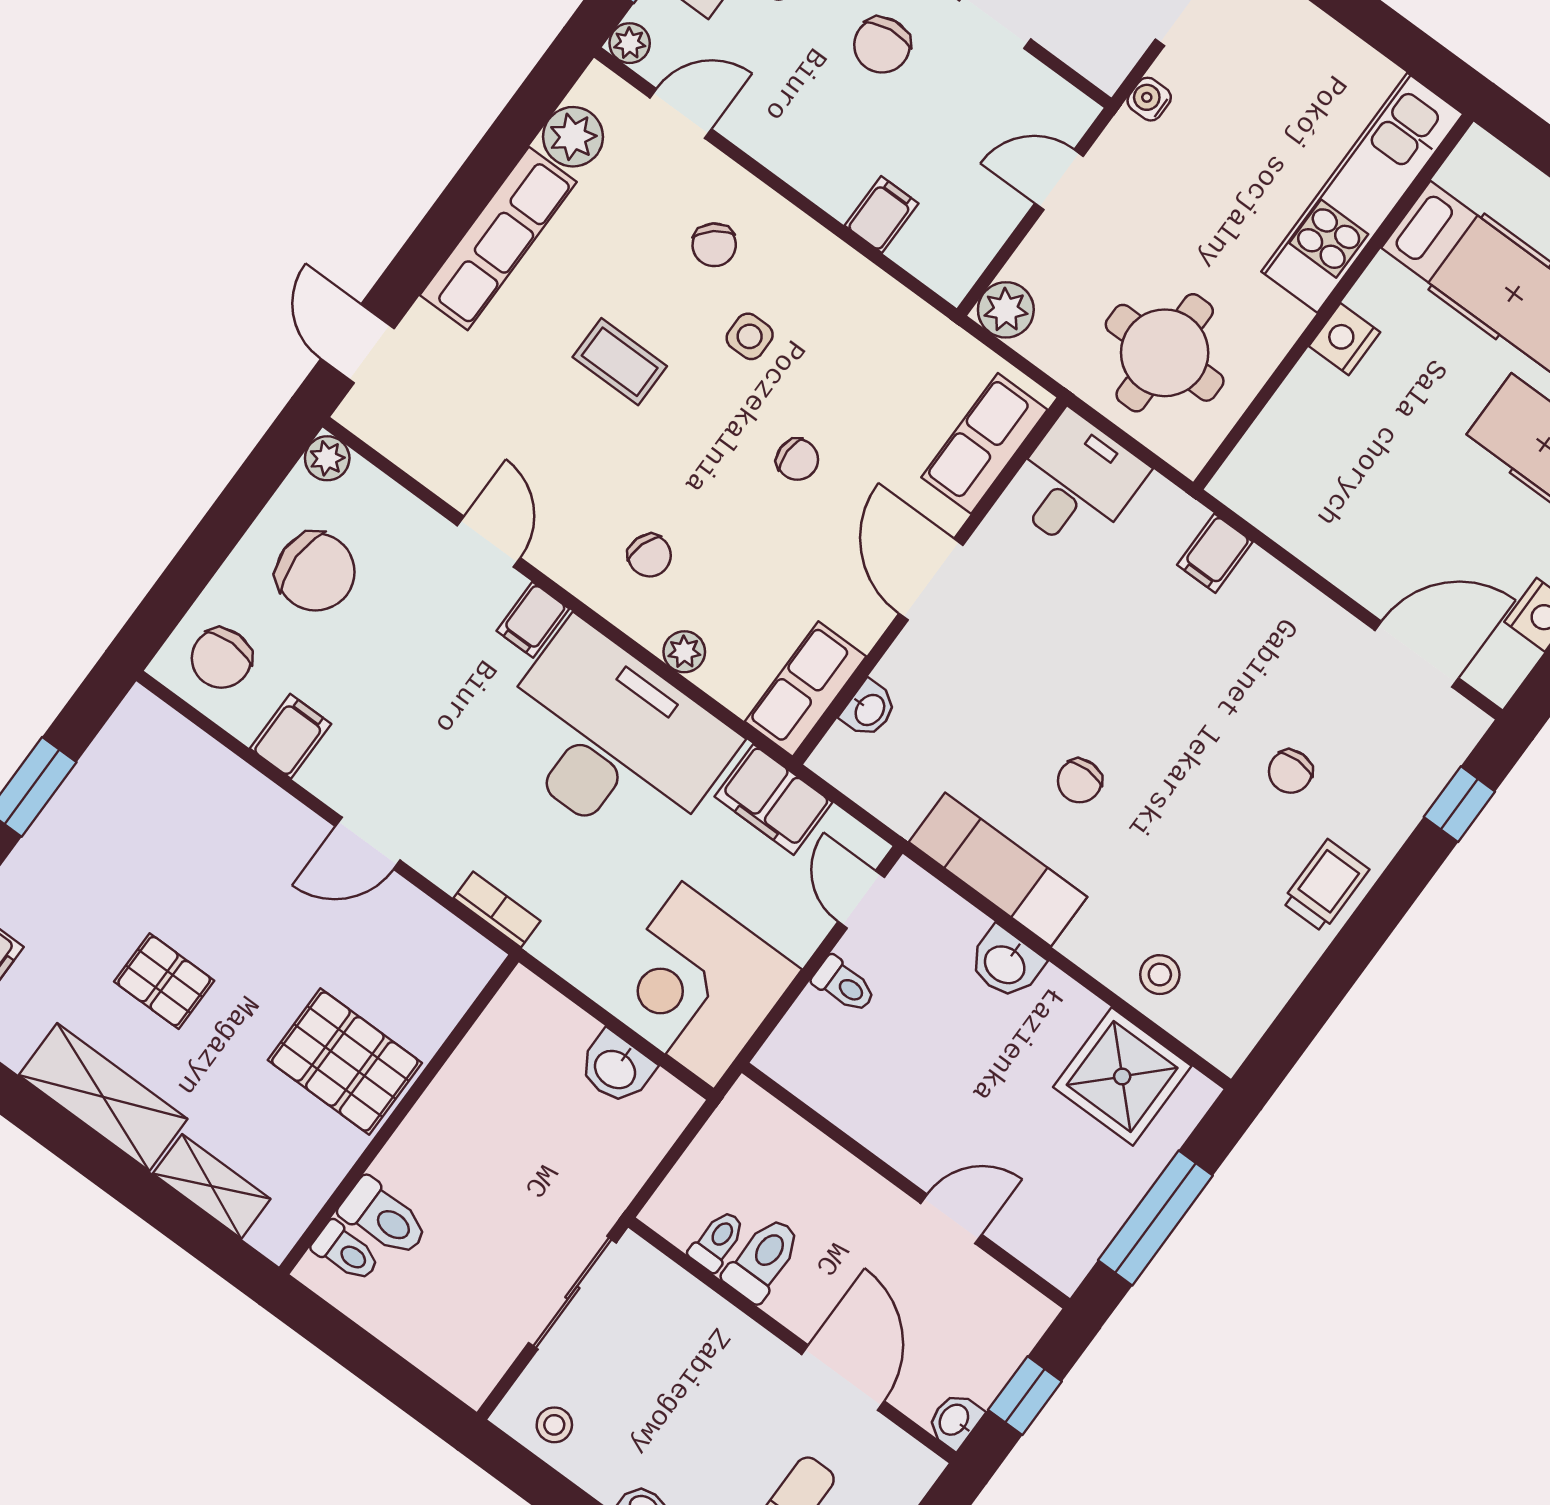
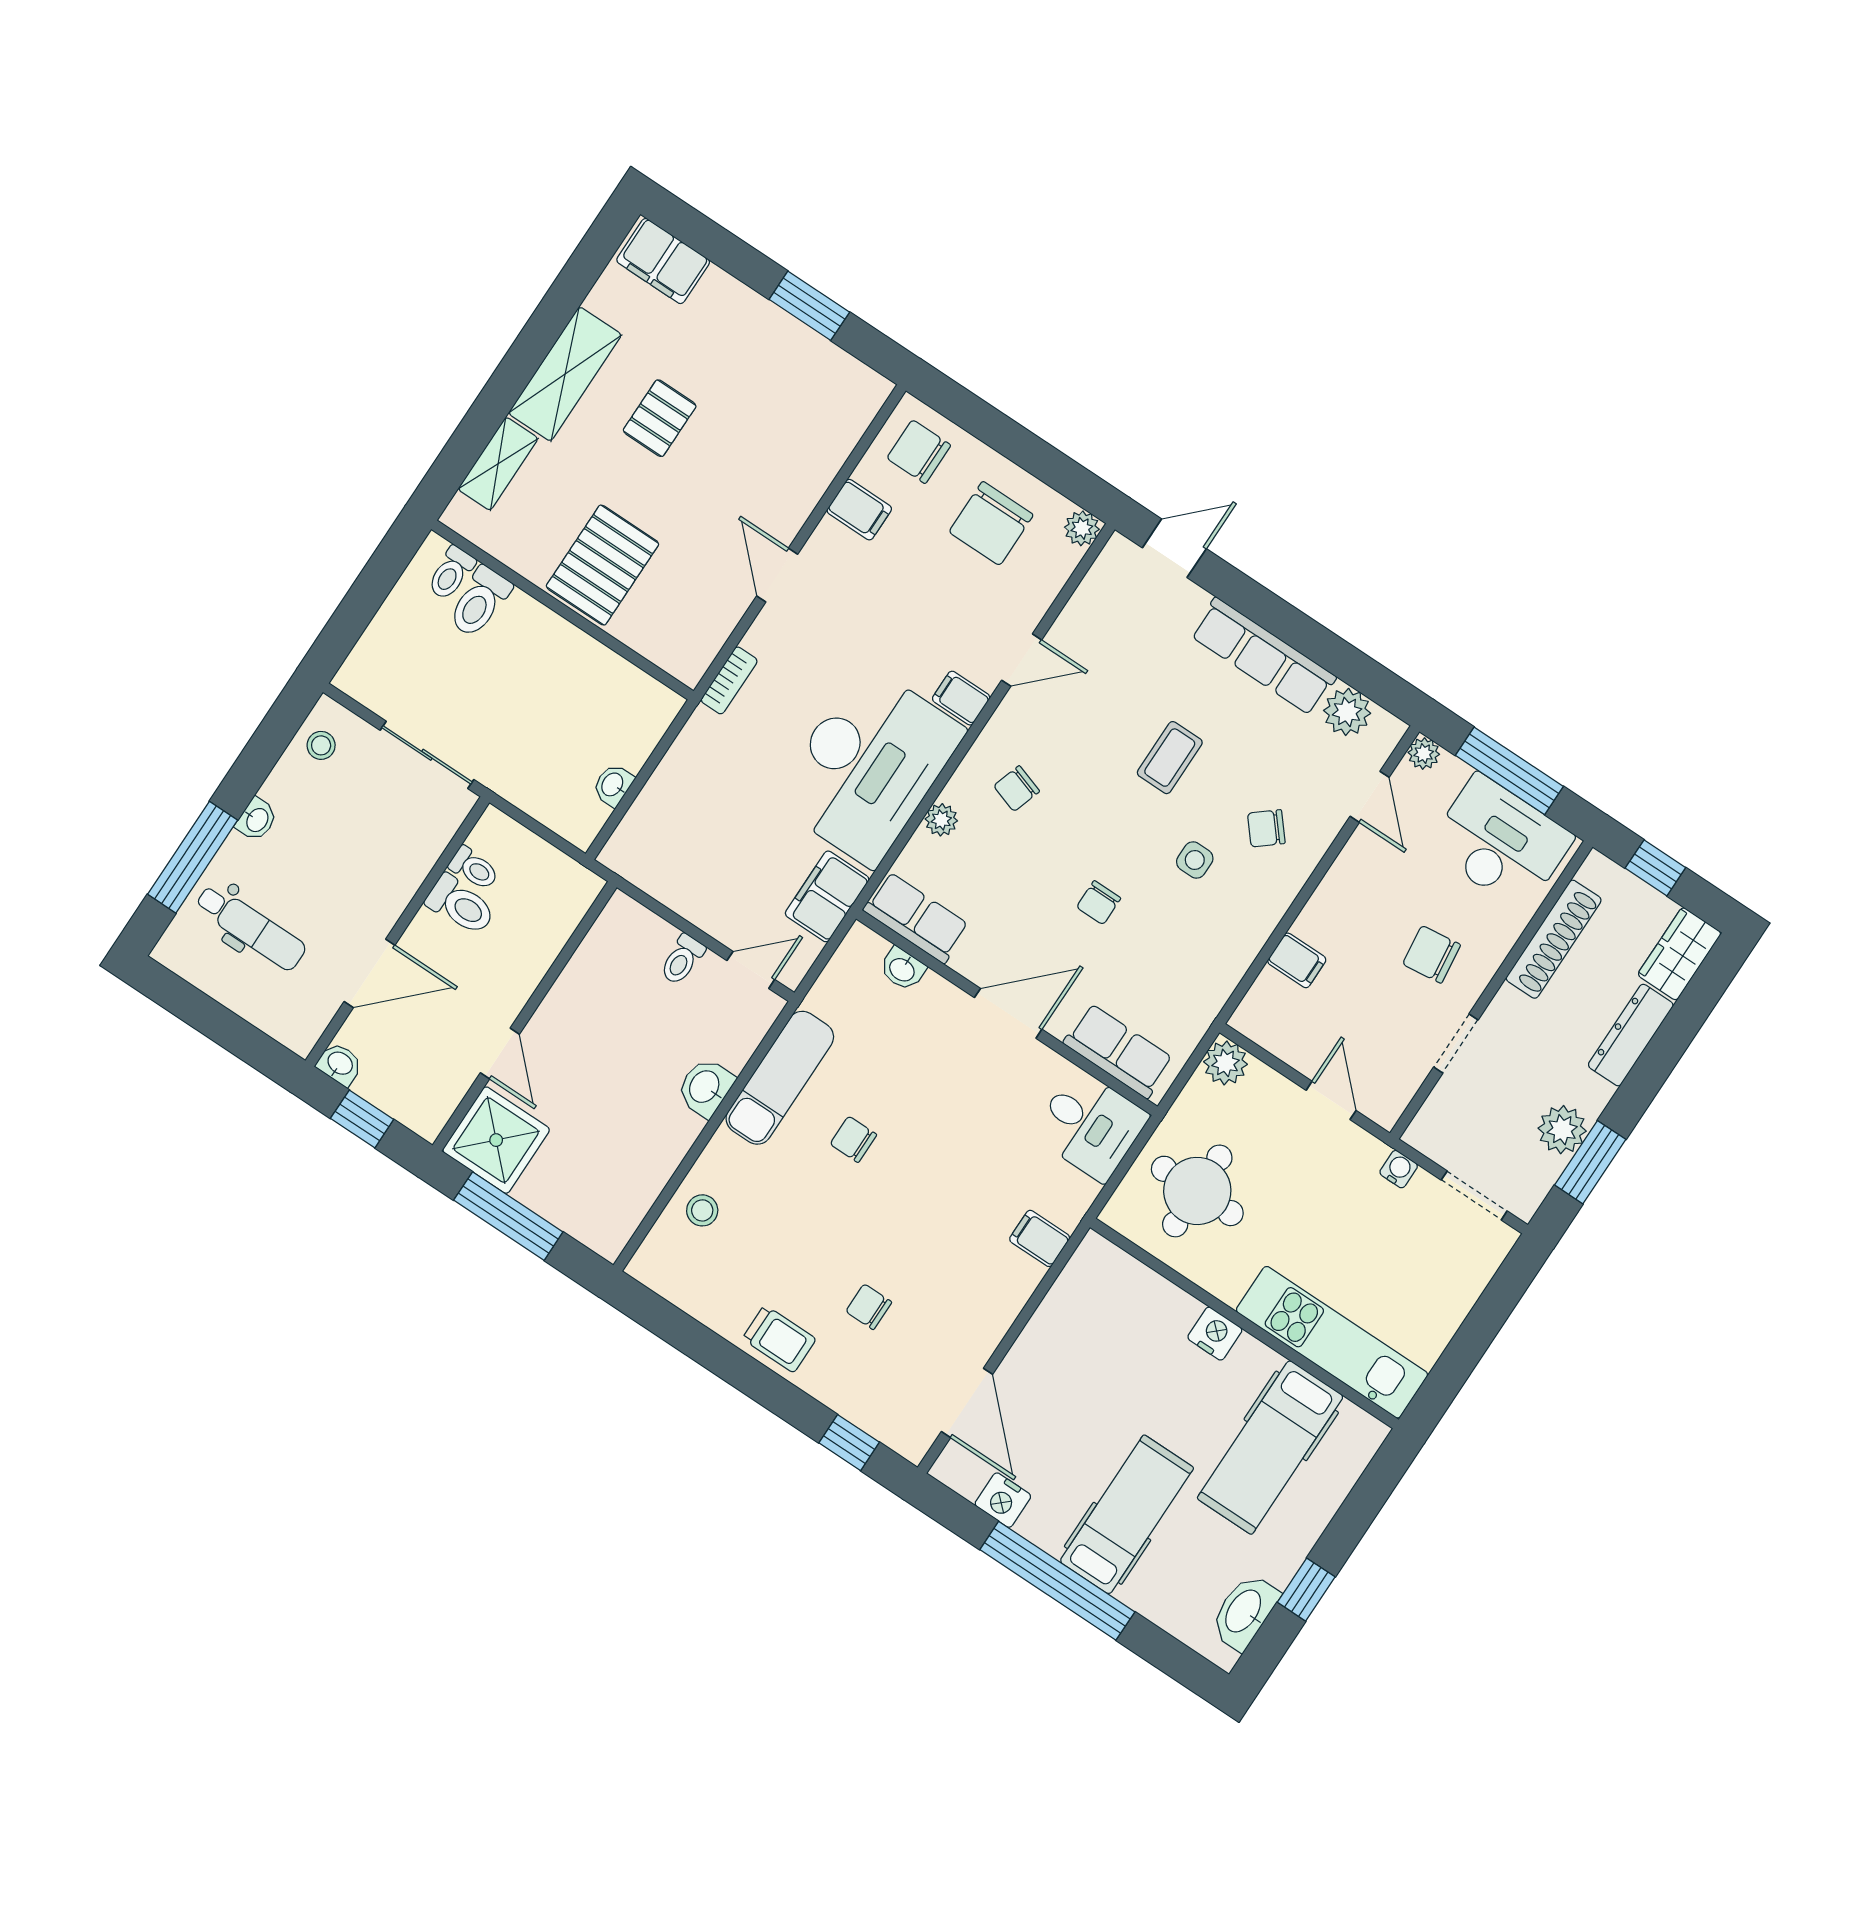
corner desk: (698, 985) -> (676, 843), removed
washbasin: (616, 1068) -> (613, 785), width x0.72, depth x0.69
shower: (1122, 1076) -> (496, 1140), moved

